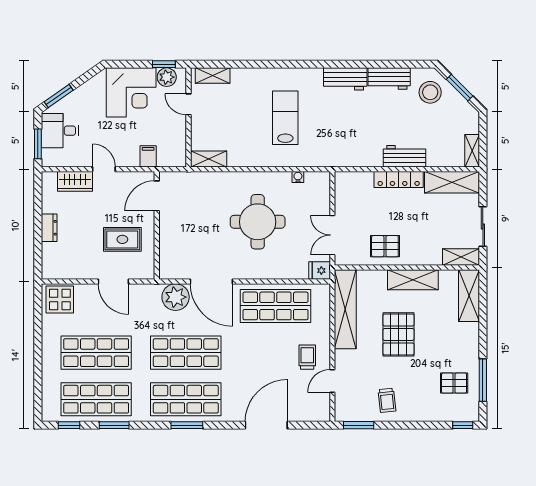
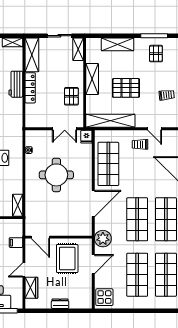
rug: (122, 239) -> (67, 259), width x1.36, depth x1.43
shelving: (469, 296) -> (118, 44), moved
plant: (176, 297) -> (103, 239), moved

